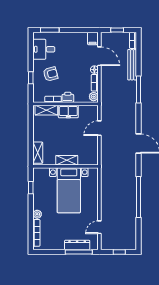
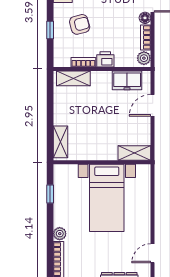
freezer: (68, 112) -> (127, 80), moved
shelving: (67, 160) -> (134, 153), moved

